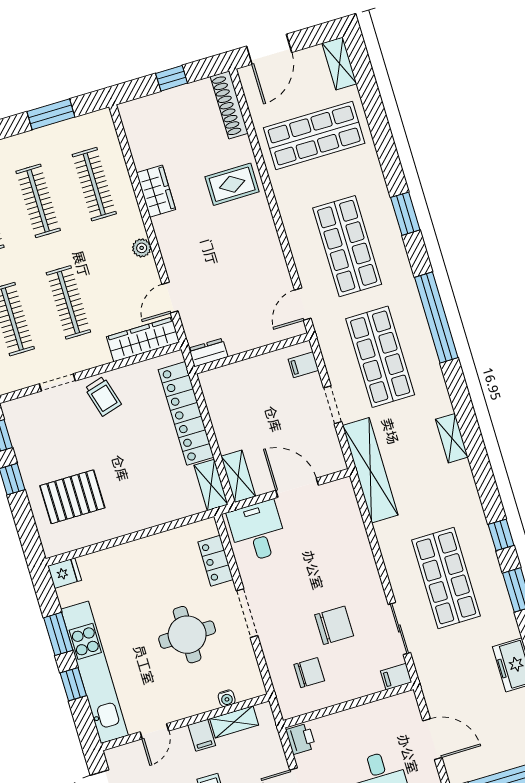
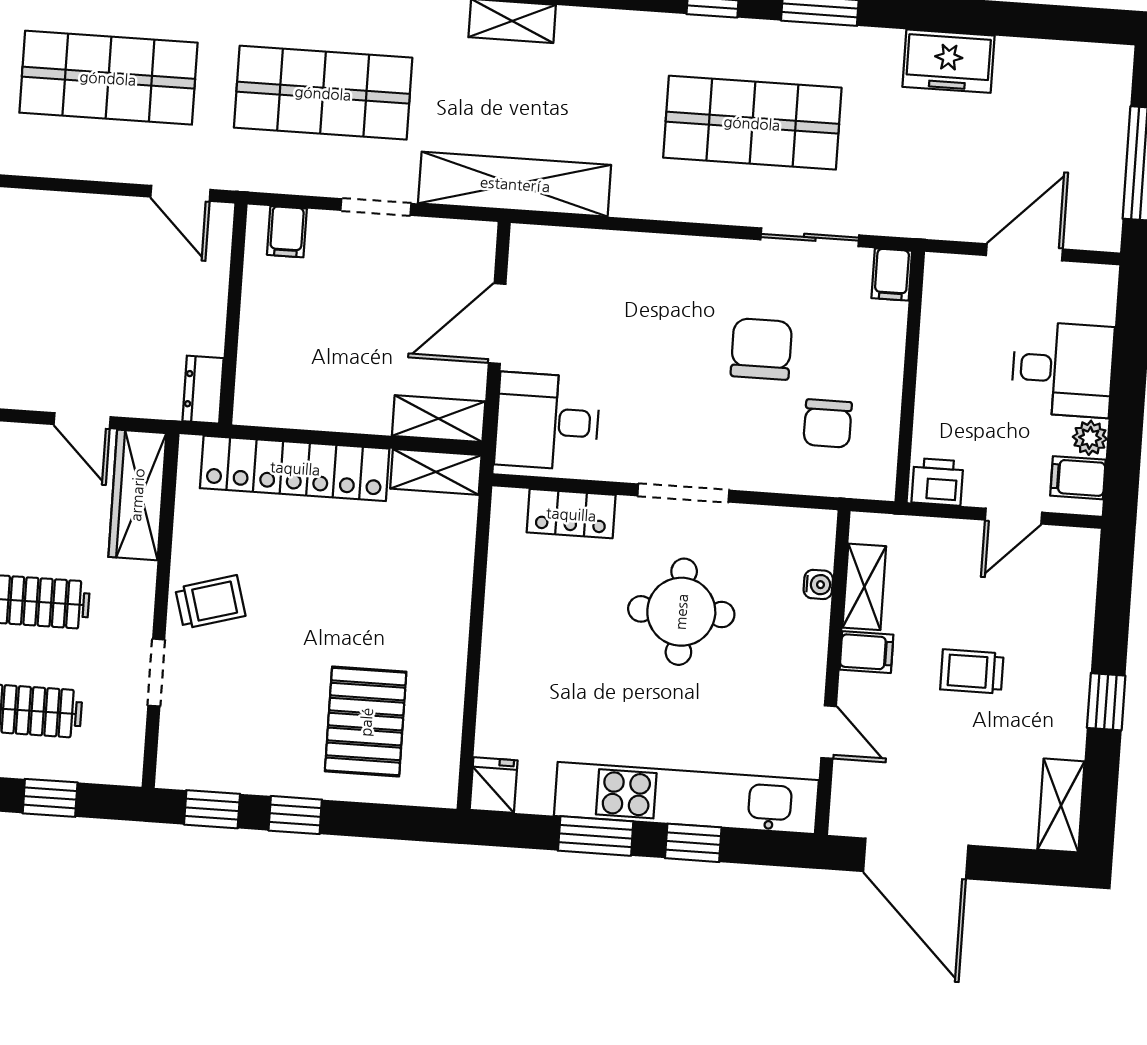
chair: (309, 673) -> (828, 423), turned 180

